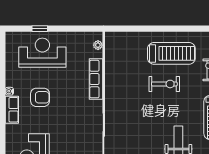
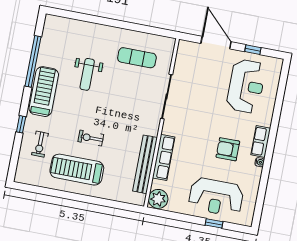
plant: (98, 45) -> (158, 199), width x1.87, depth x1.87
bench: (111, 70) -> (145, 164), added
exercise bike: (164, 84) -> (91, 138), width x0.73, depth x0.72

